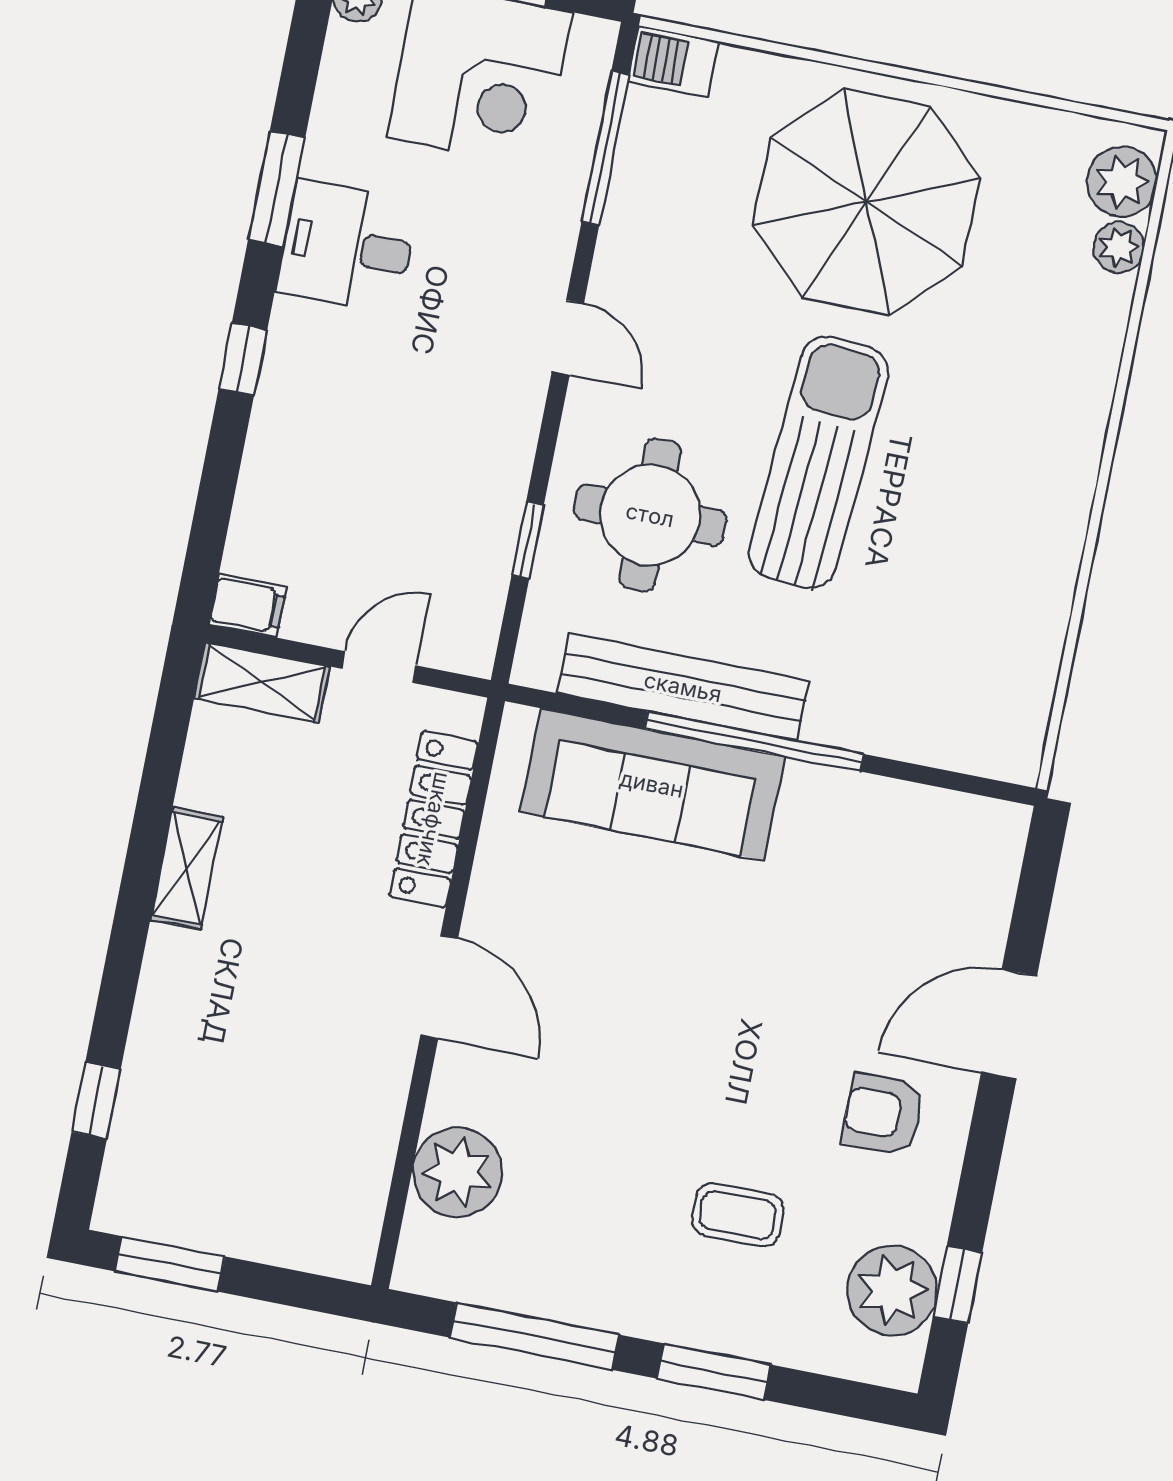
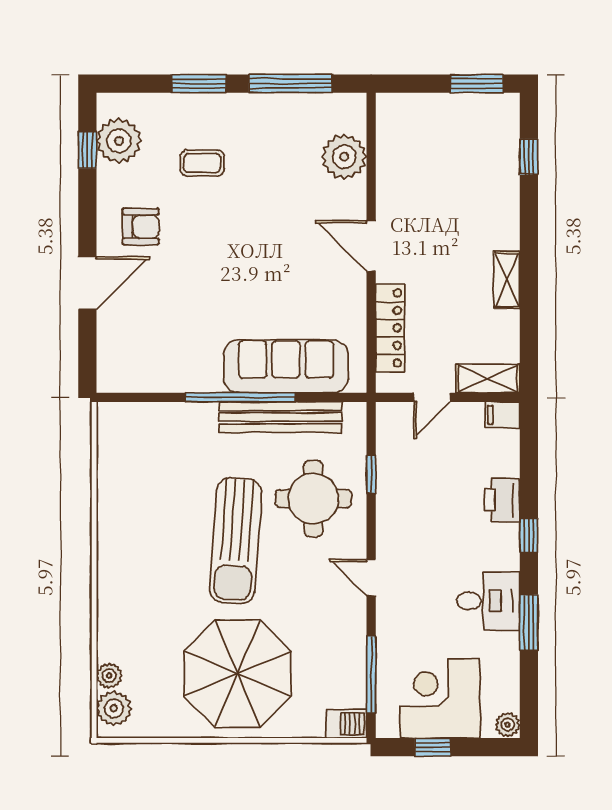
printer: (281, 439) -> (502, 500), added

